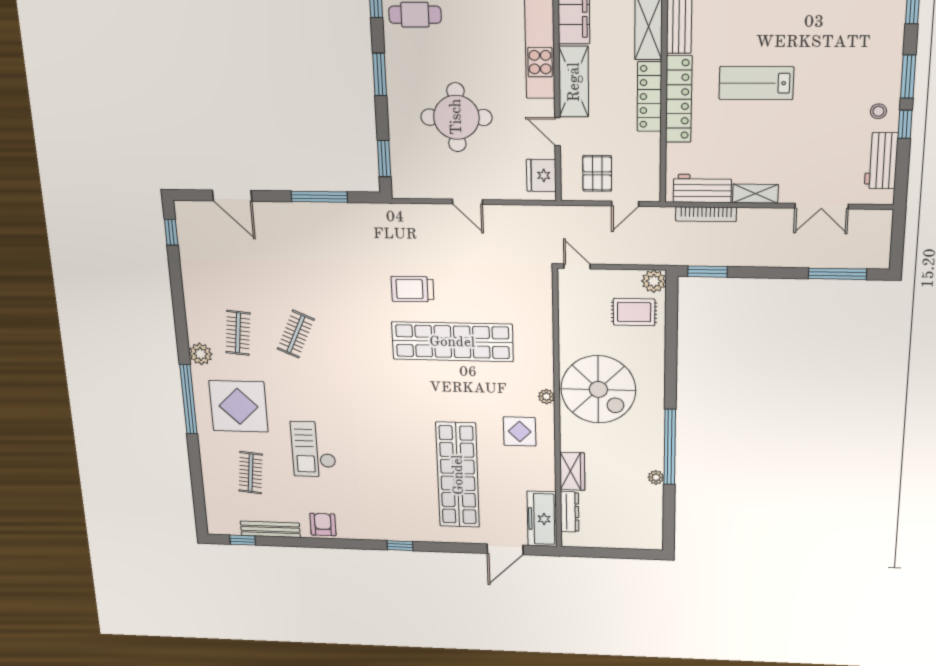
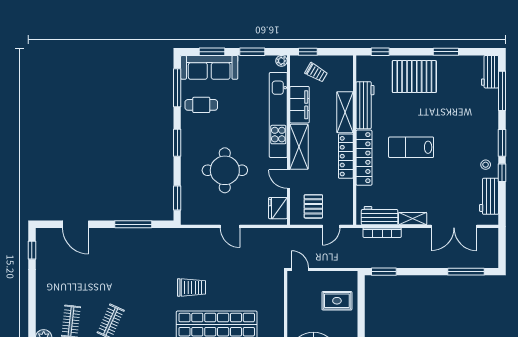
double door: (822, 206) -> (454, 226), width x1.37
plant: (654, 281) -> (350, 279), removed
trolley: (412, 289) -> (191, 287), turned 180

